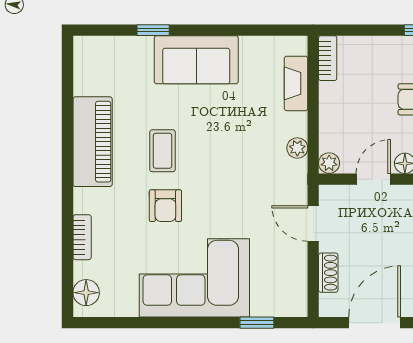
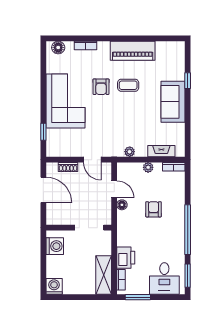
plant: (329, 163) -> (148, 167), moved
armchair: (165, 206) -> (101, 87), turned -90
door: (313, 223) -> (92, 160), swing flipped

